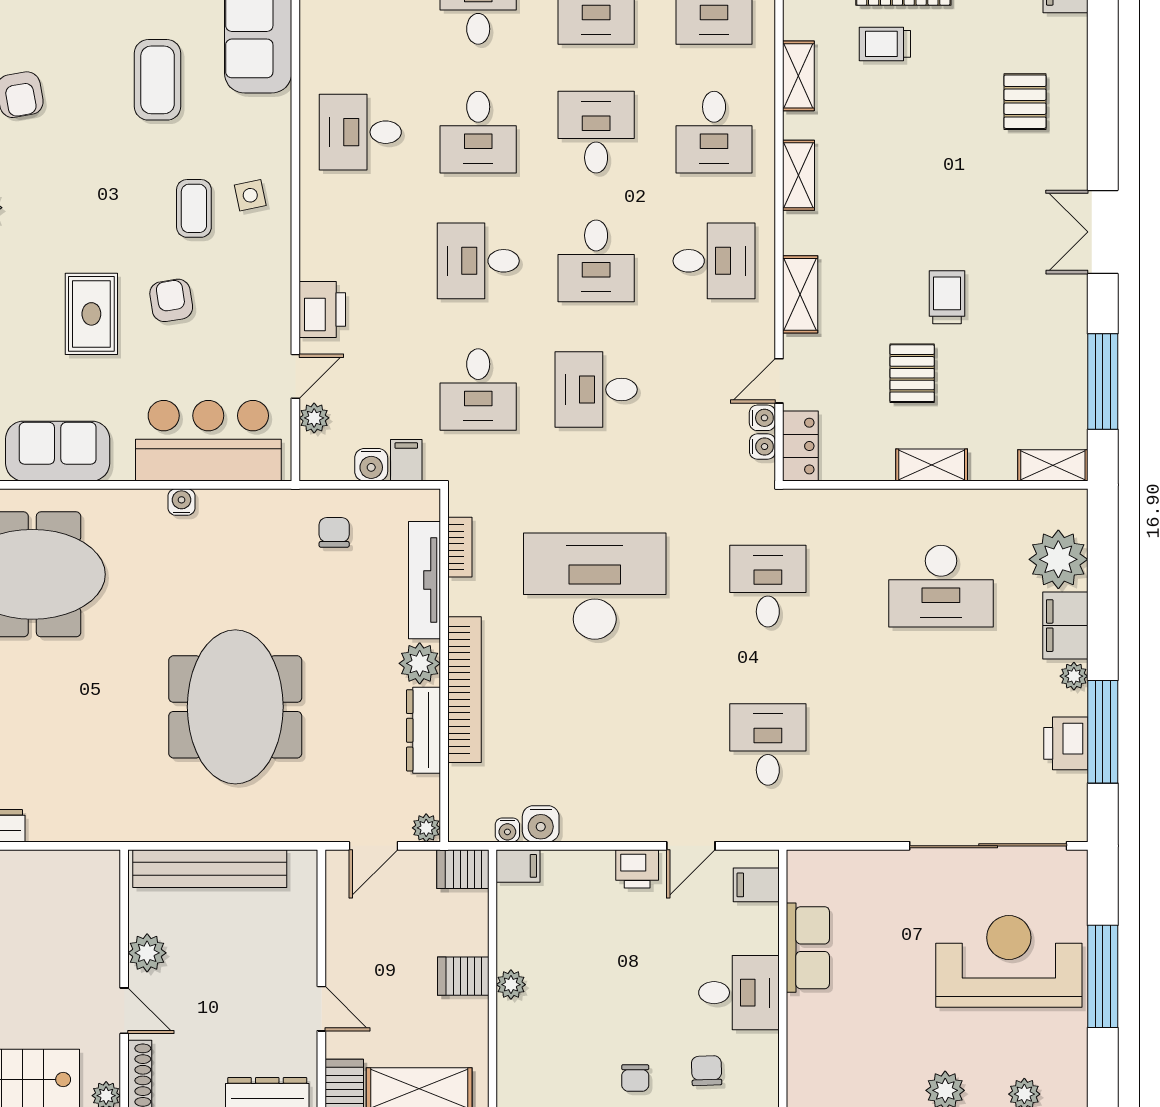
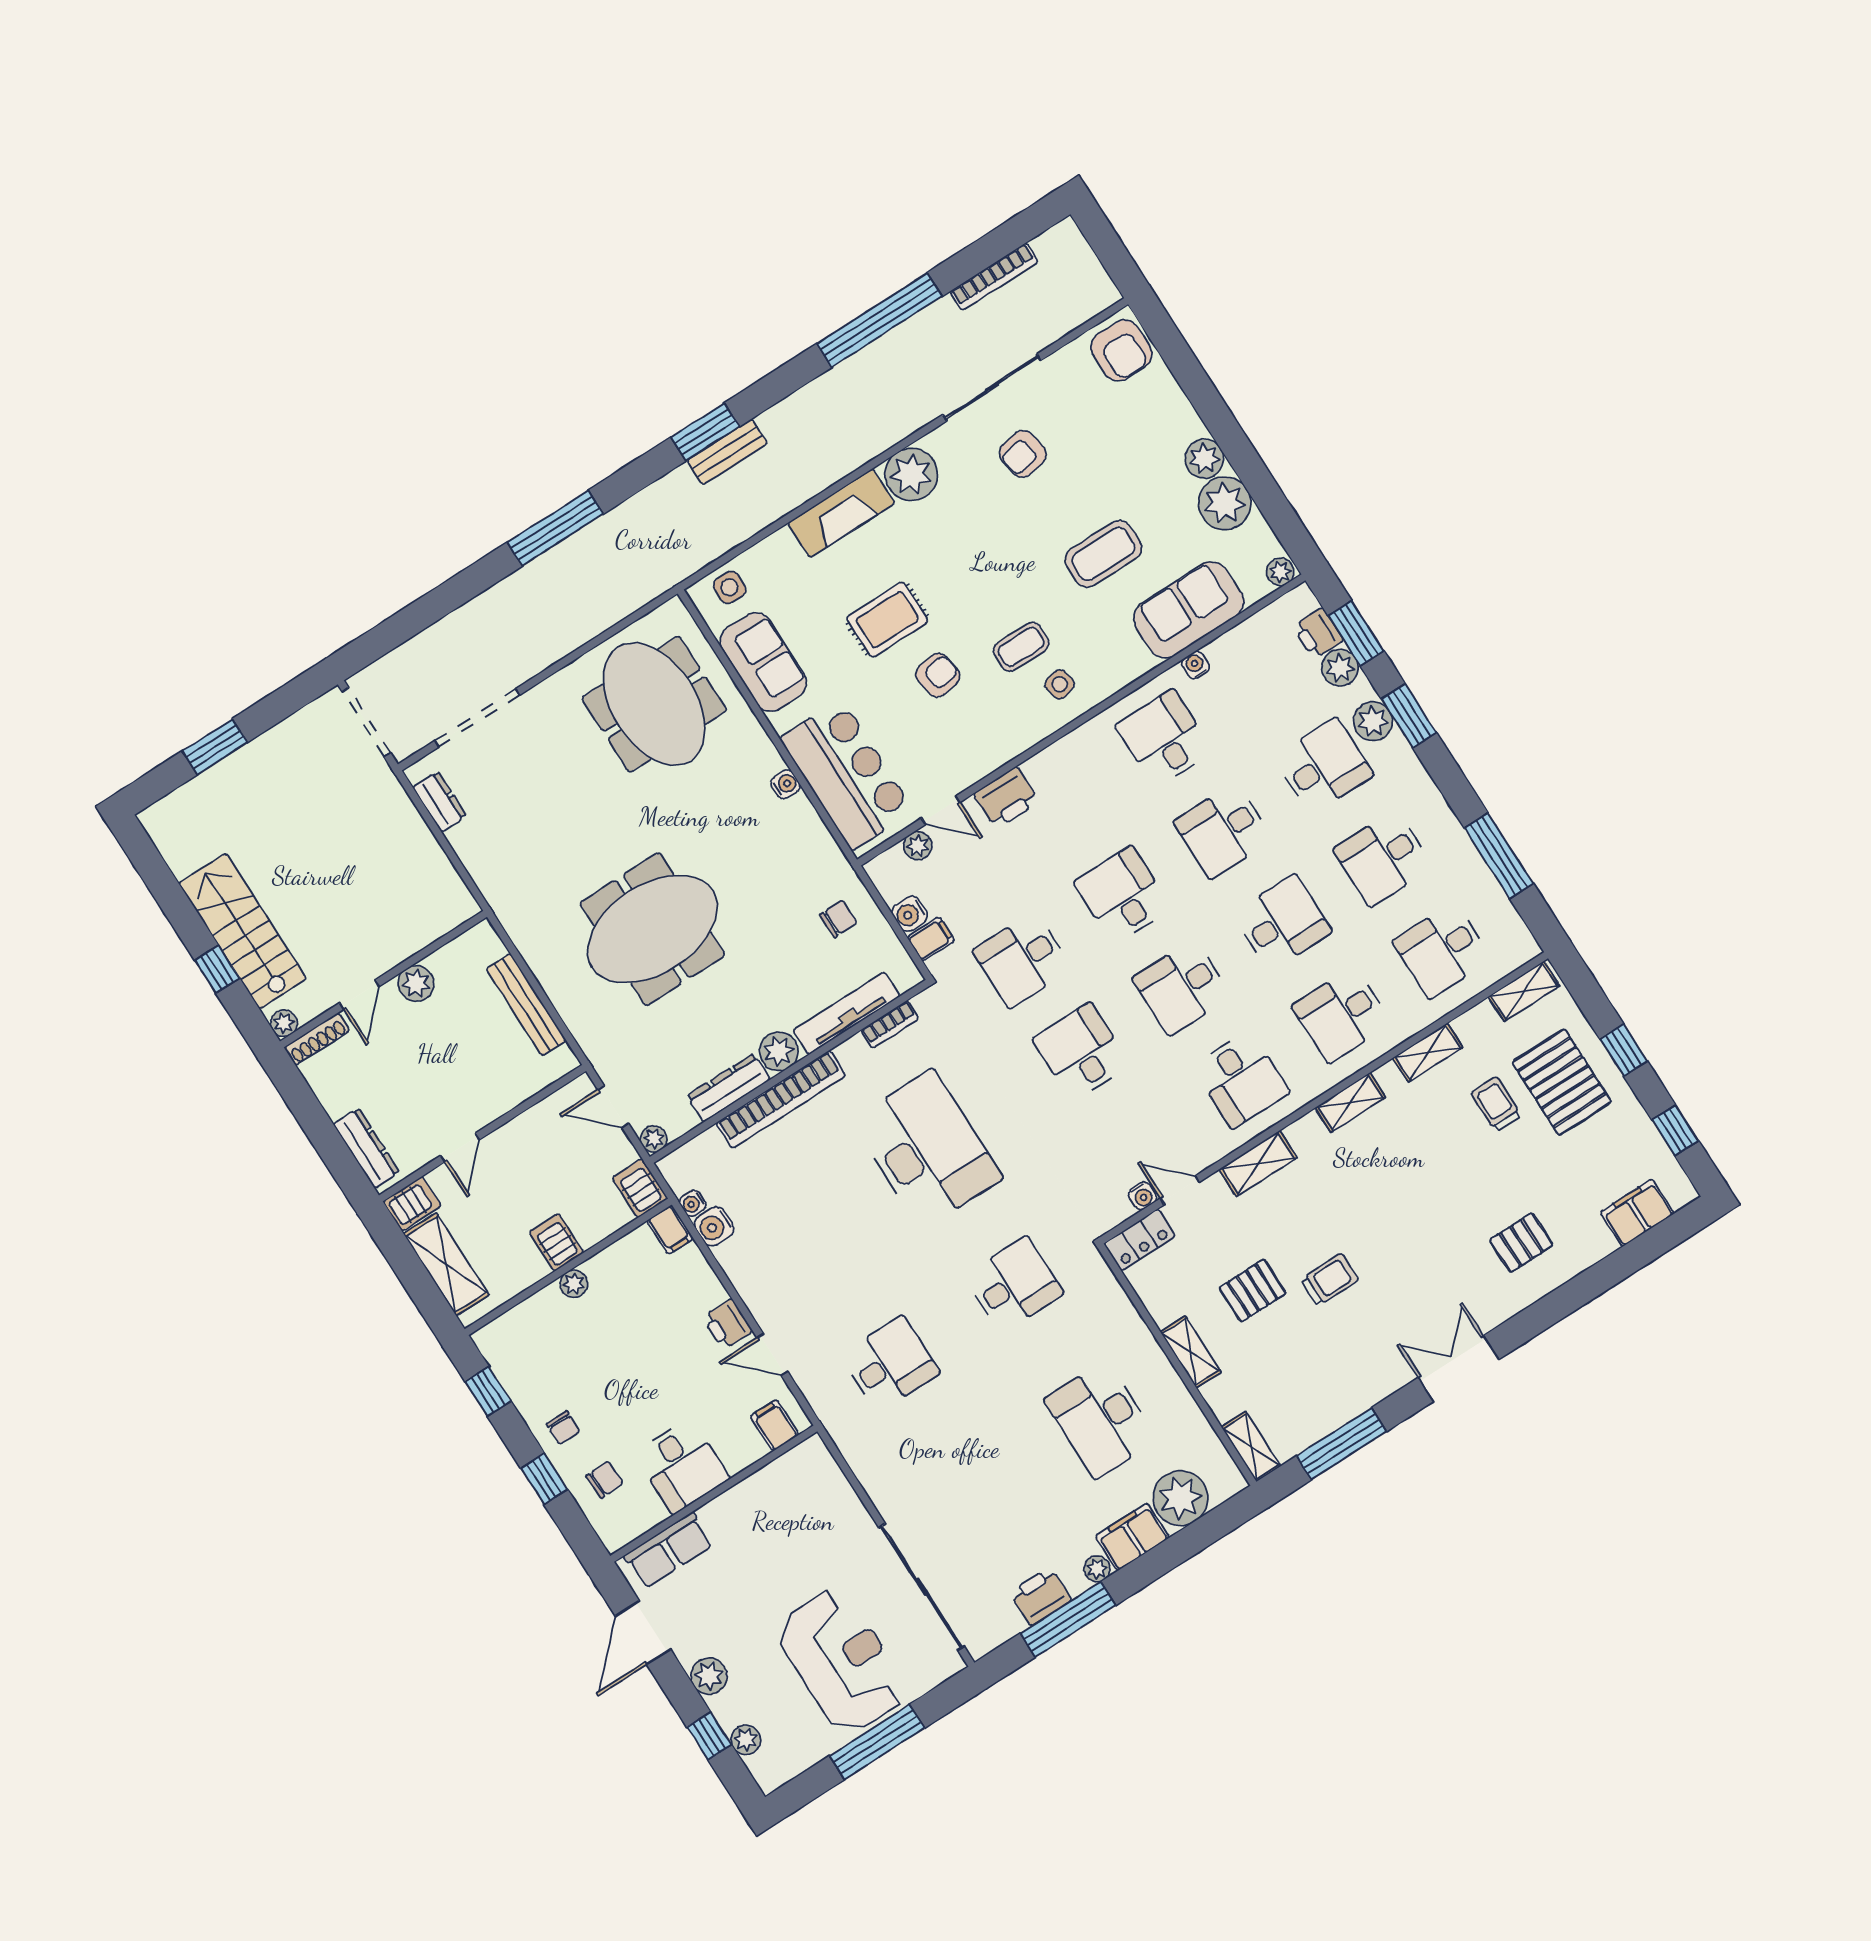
water cooler: (762, 447) -> (1195, 665), moved, turned 180
bench: (210, 869) -> (526, 1005), width x0.73, depth x0.82
row of seats: (808, 948) -> (669, 1550), moved
chair: (635, 1078) -> (563, 1428), turned -90

